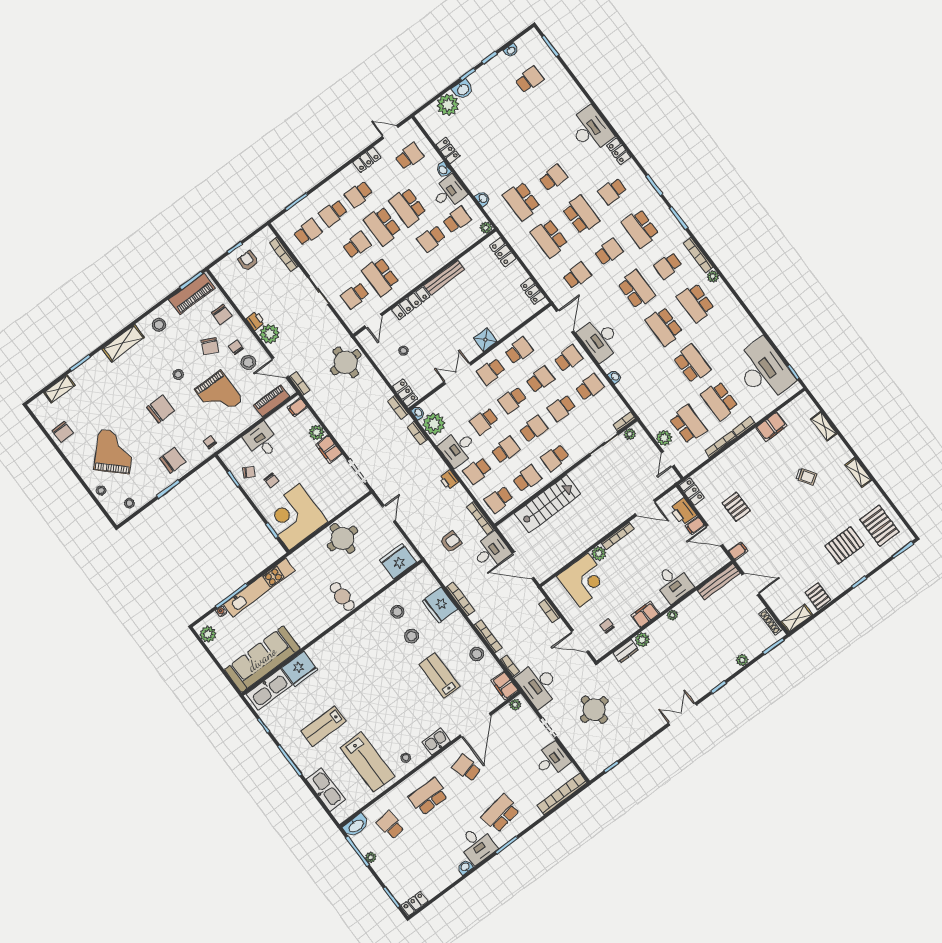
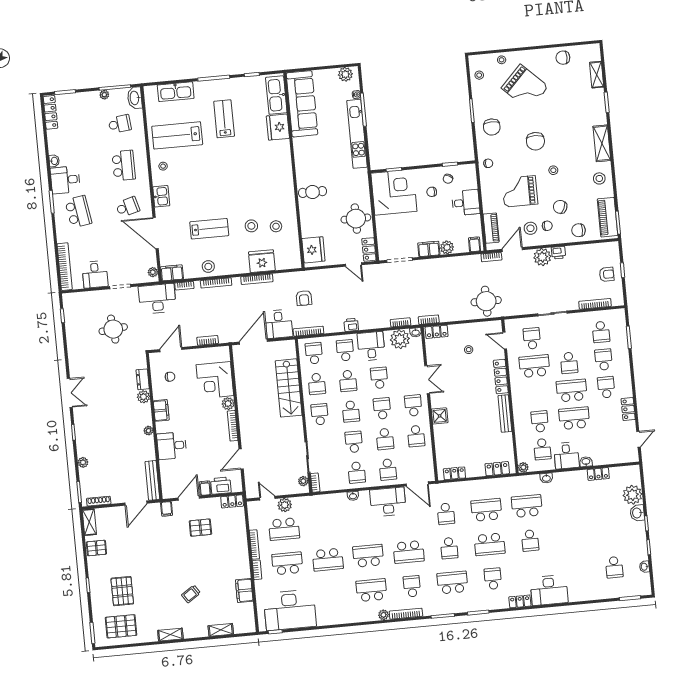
school desk: (409, 156) -> (611, 443), removed
locker: (365, 507) -> (369, 249), added
locker: (415, 903) -> (50, 112), width x1.53

